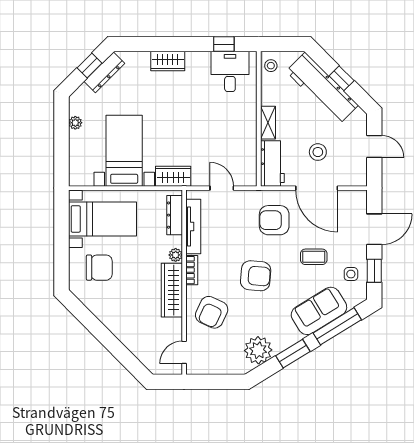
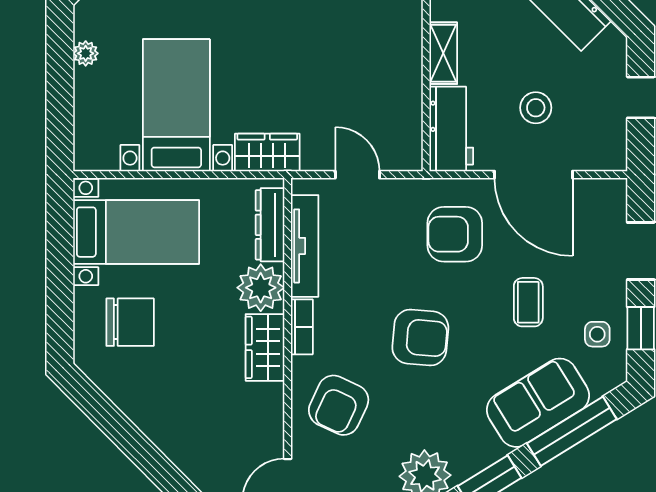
plant: (176, 255) -> (261, 288), width x1.88, depth x1.88
coffee table: (314, 257) -> (528, 302), turned 90
wardrobe: (172, 290) -> (265, 347), width x0.67

